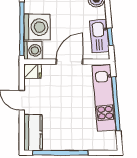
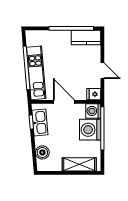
door: (69, 62) -> (64, 102), swing flipped
kitchen counter: (33, 132) -> (86, 38), moved, turned -90

